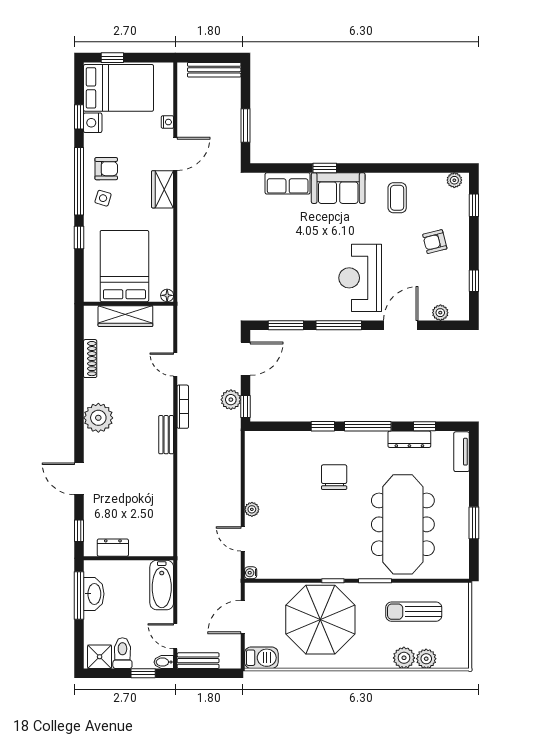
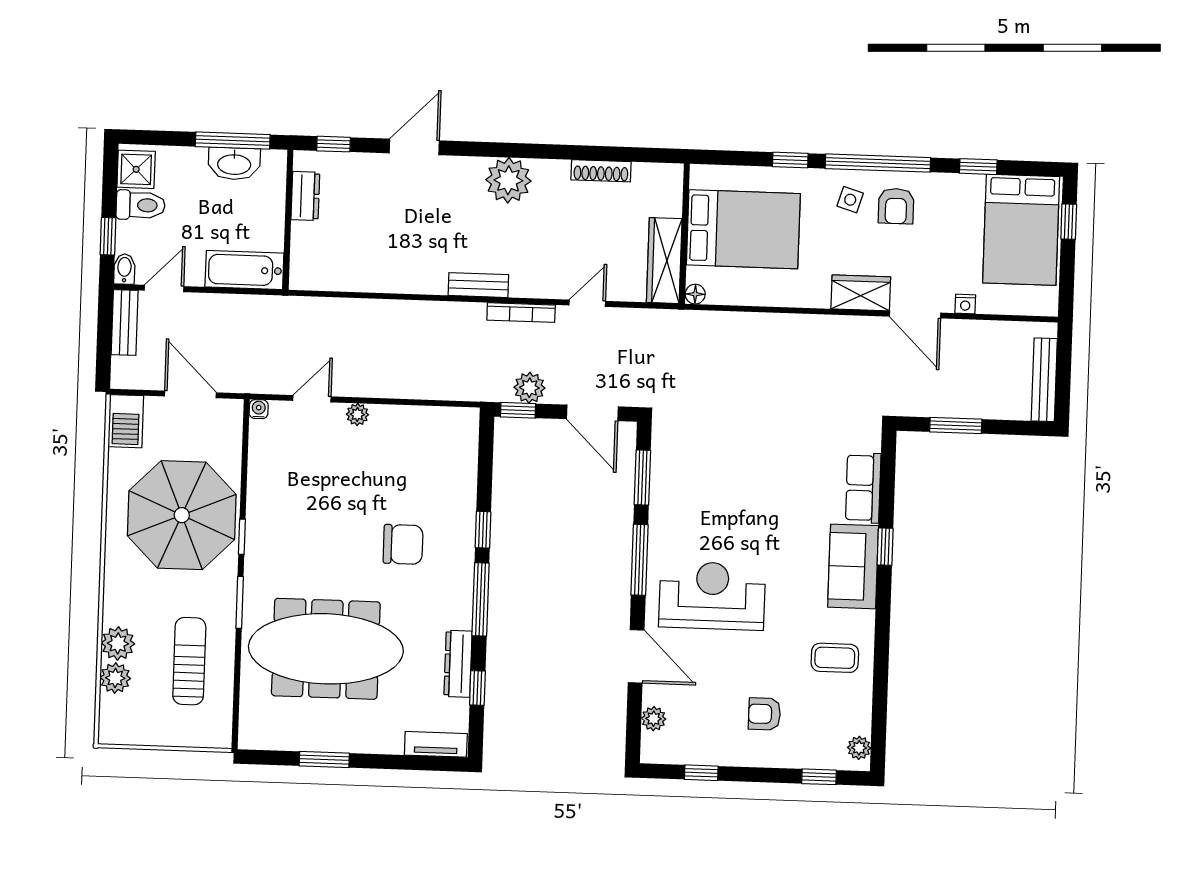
nightstand: (93, 123) -> (968, 188), removed
armchair: (435, 242) -> (764, 714), turned -76
wardrobe: (125, 316) -> (664, 261), moved

